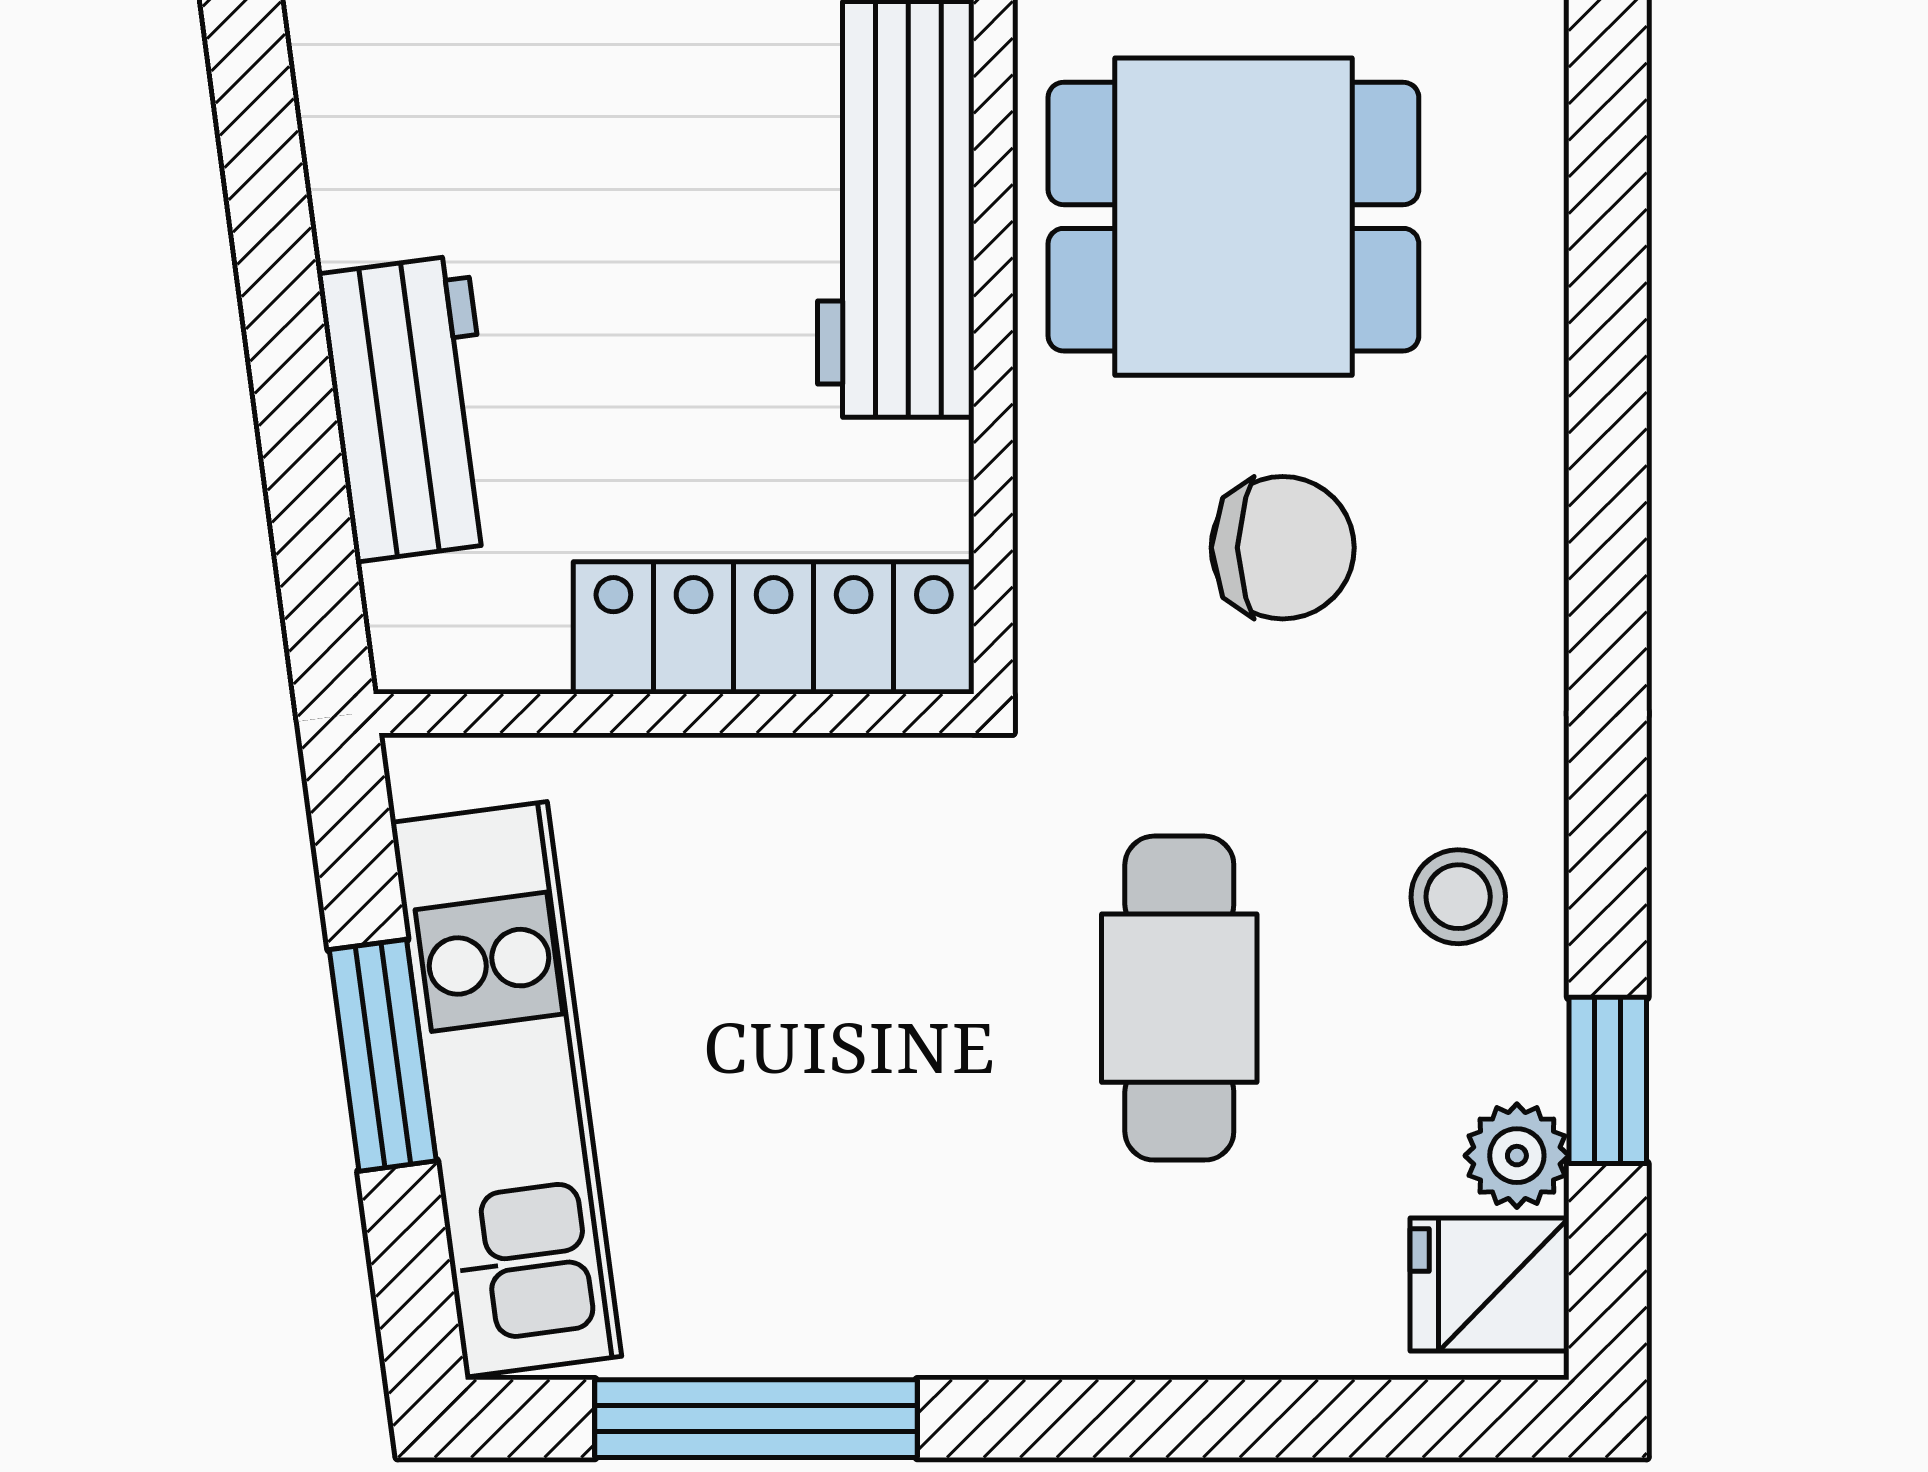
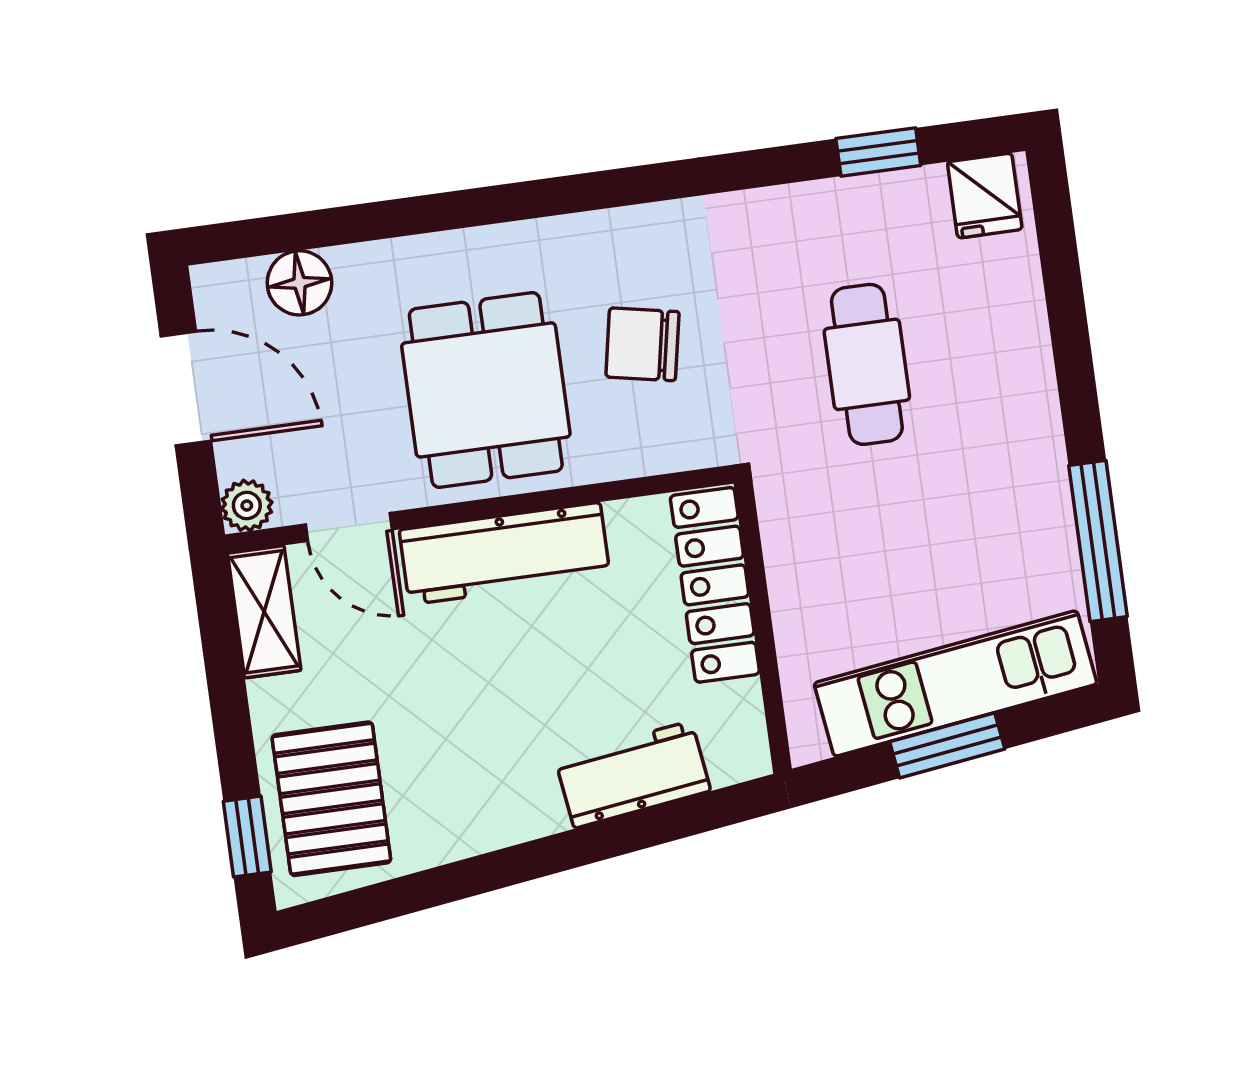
chair: (1283, 548) -> (642, 344), turned -79
stool: (1458, 897) -> (799, 236), removed
cafe table: (1179, 998) -> (867, 364), turned 90
plant: (1517, 1156) -> (921, 191), removed

